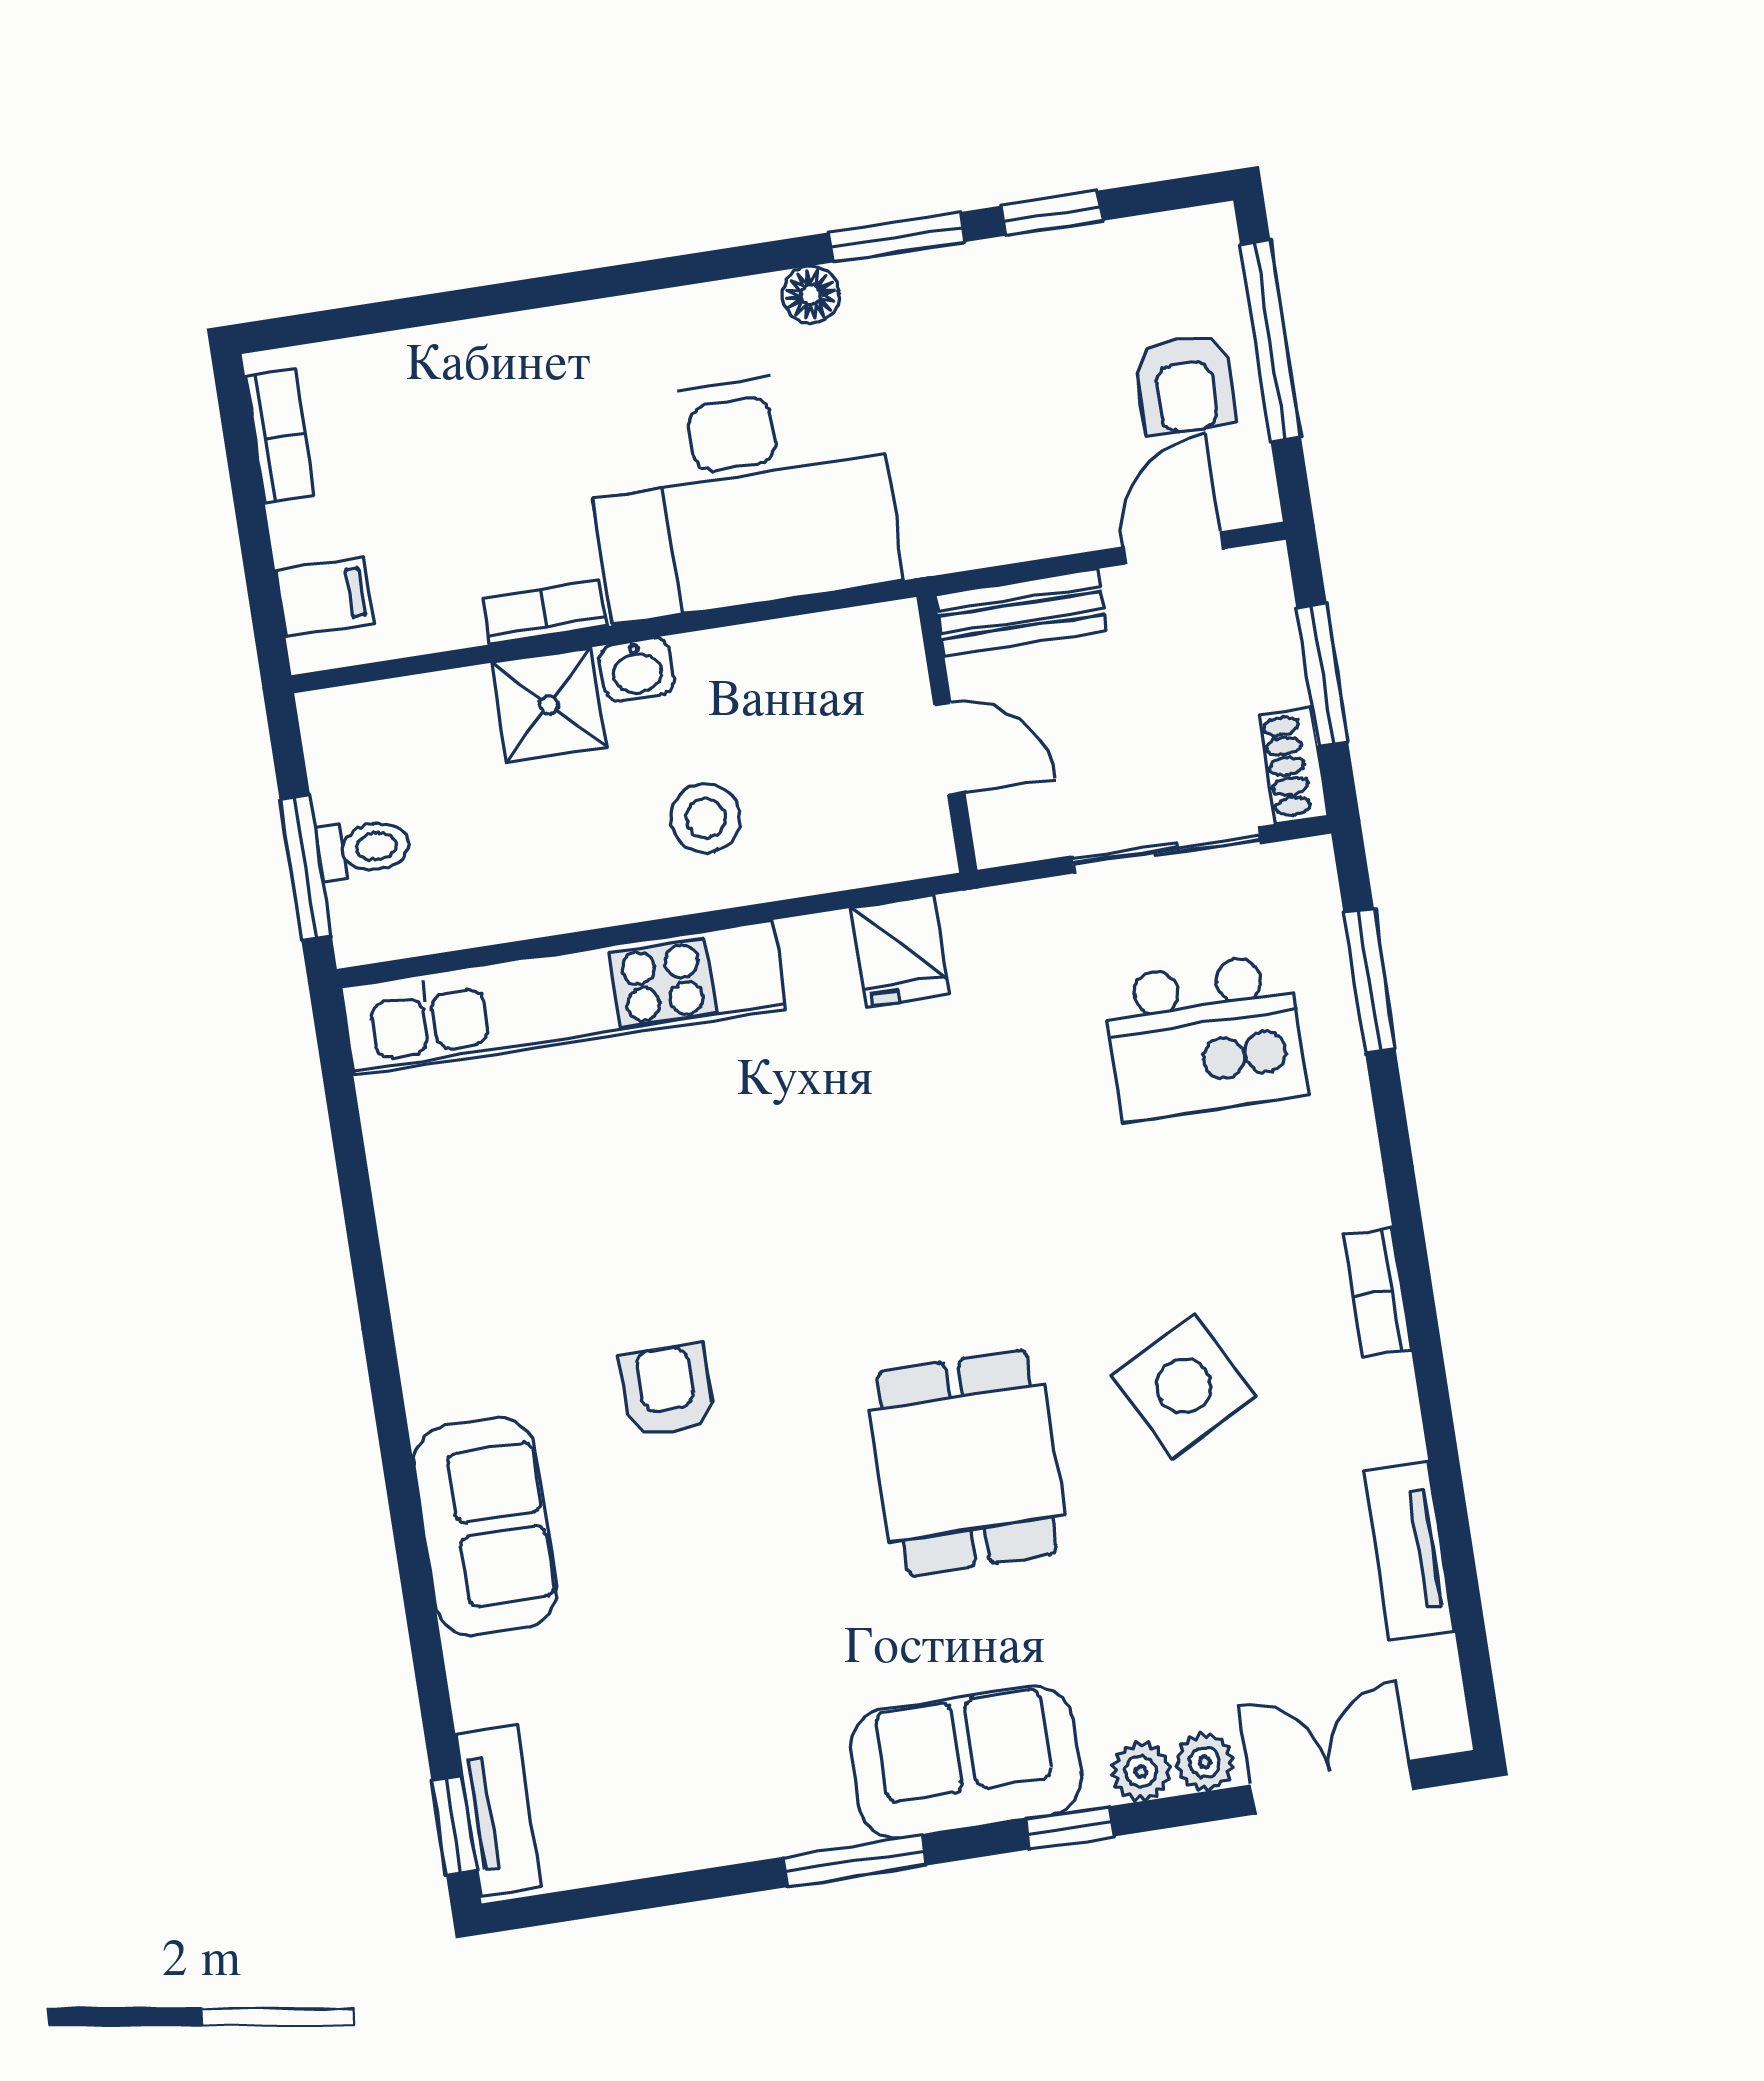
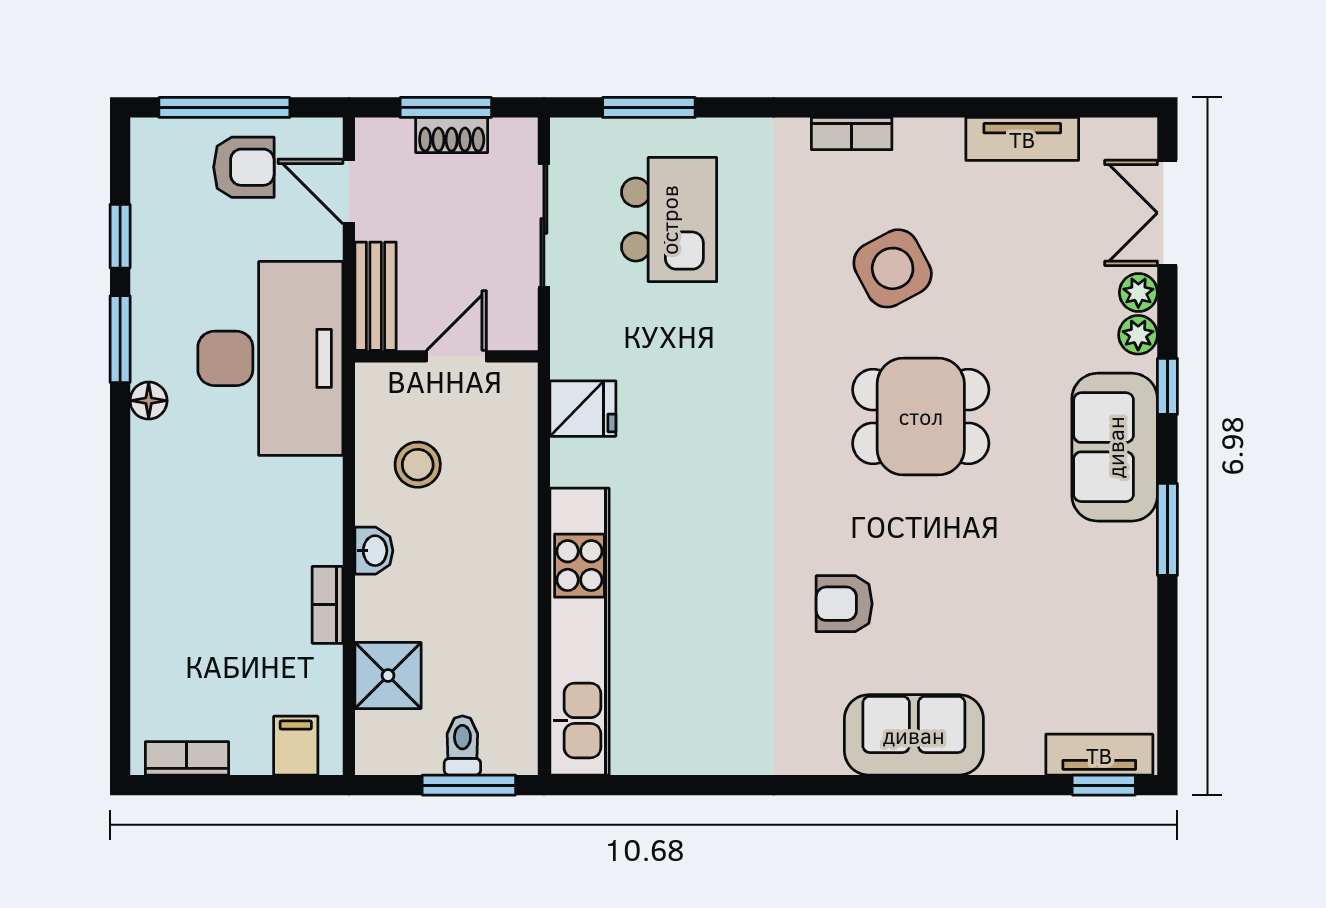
desk: (741, 493) -> (270, 358), moved
shower: (549, 705) -> (388, 676), moved
shoe rack: (1294, 765) -> (452, 135), moved
stool: (706, 818) -> (418, 465), moved

